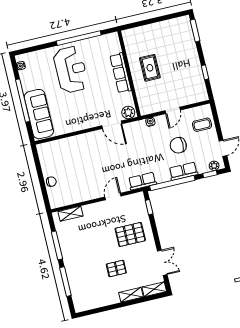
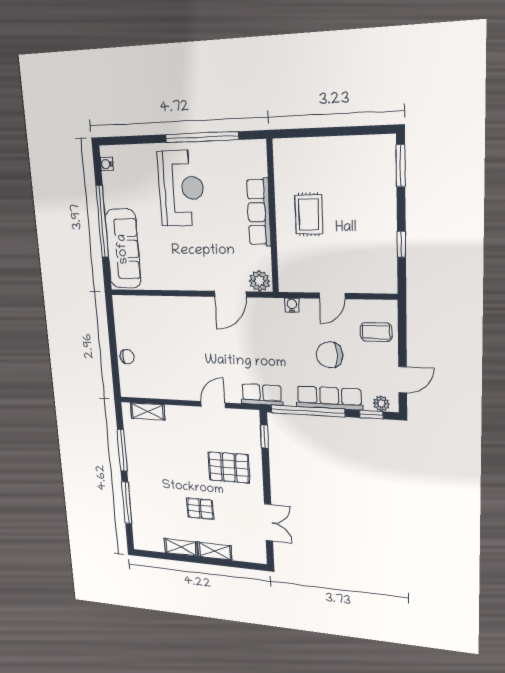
door: (112, 125) -> (230, 294), hinge flipped
row of seats: (183, 171) -> (329, 398), width x1.48
shelving: (154, 289) -> (181, 547), moved

